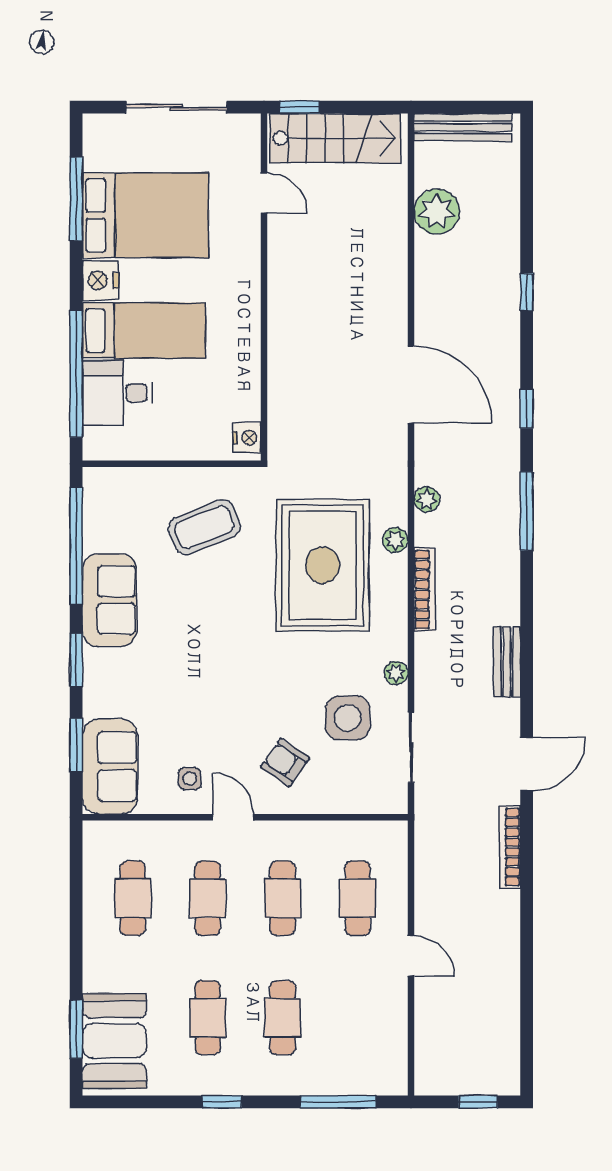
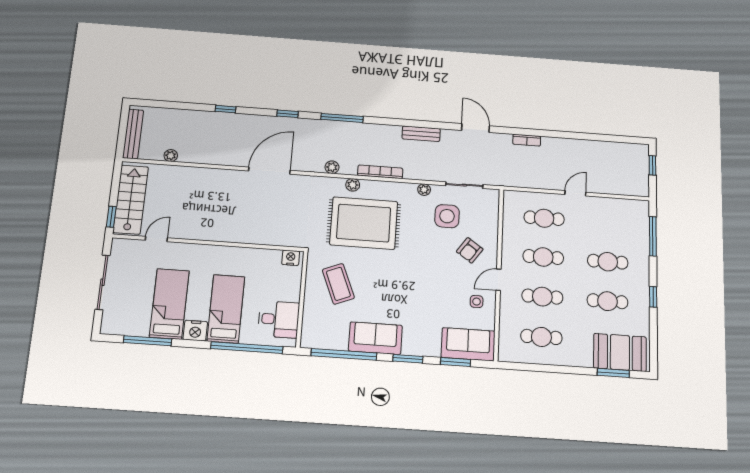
plant: (437, 212) -> (171, 156), width x0.53, depth x0.53
bed: (146, 215) -> (169, 304), width x0.67
desk: (118, 393) -> (279, 319), moved, turned -90
bookcase: (510, 847) -> (527, 140), width x0.64

